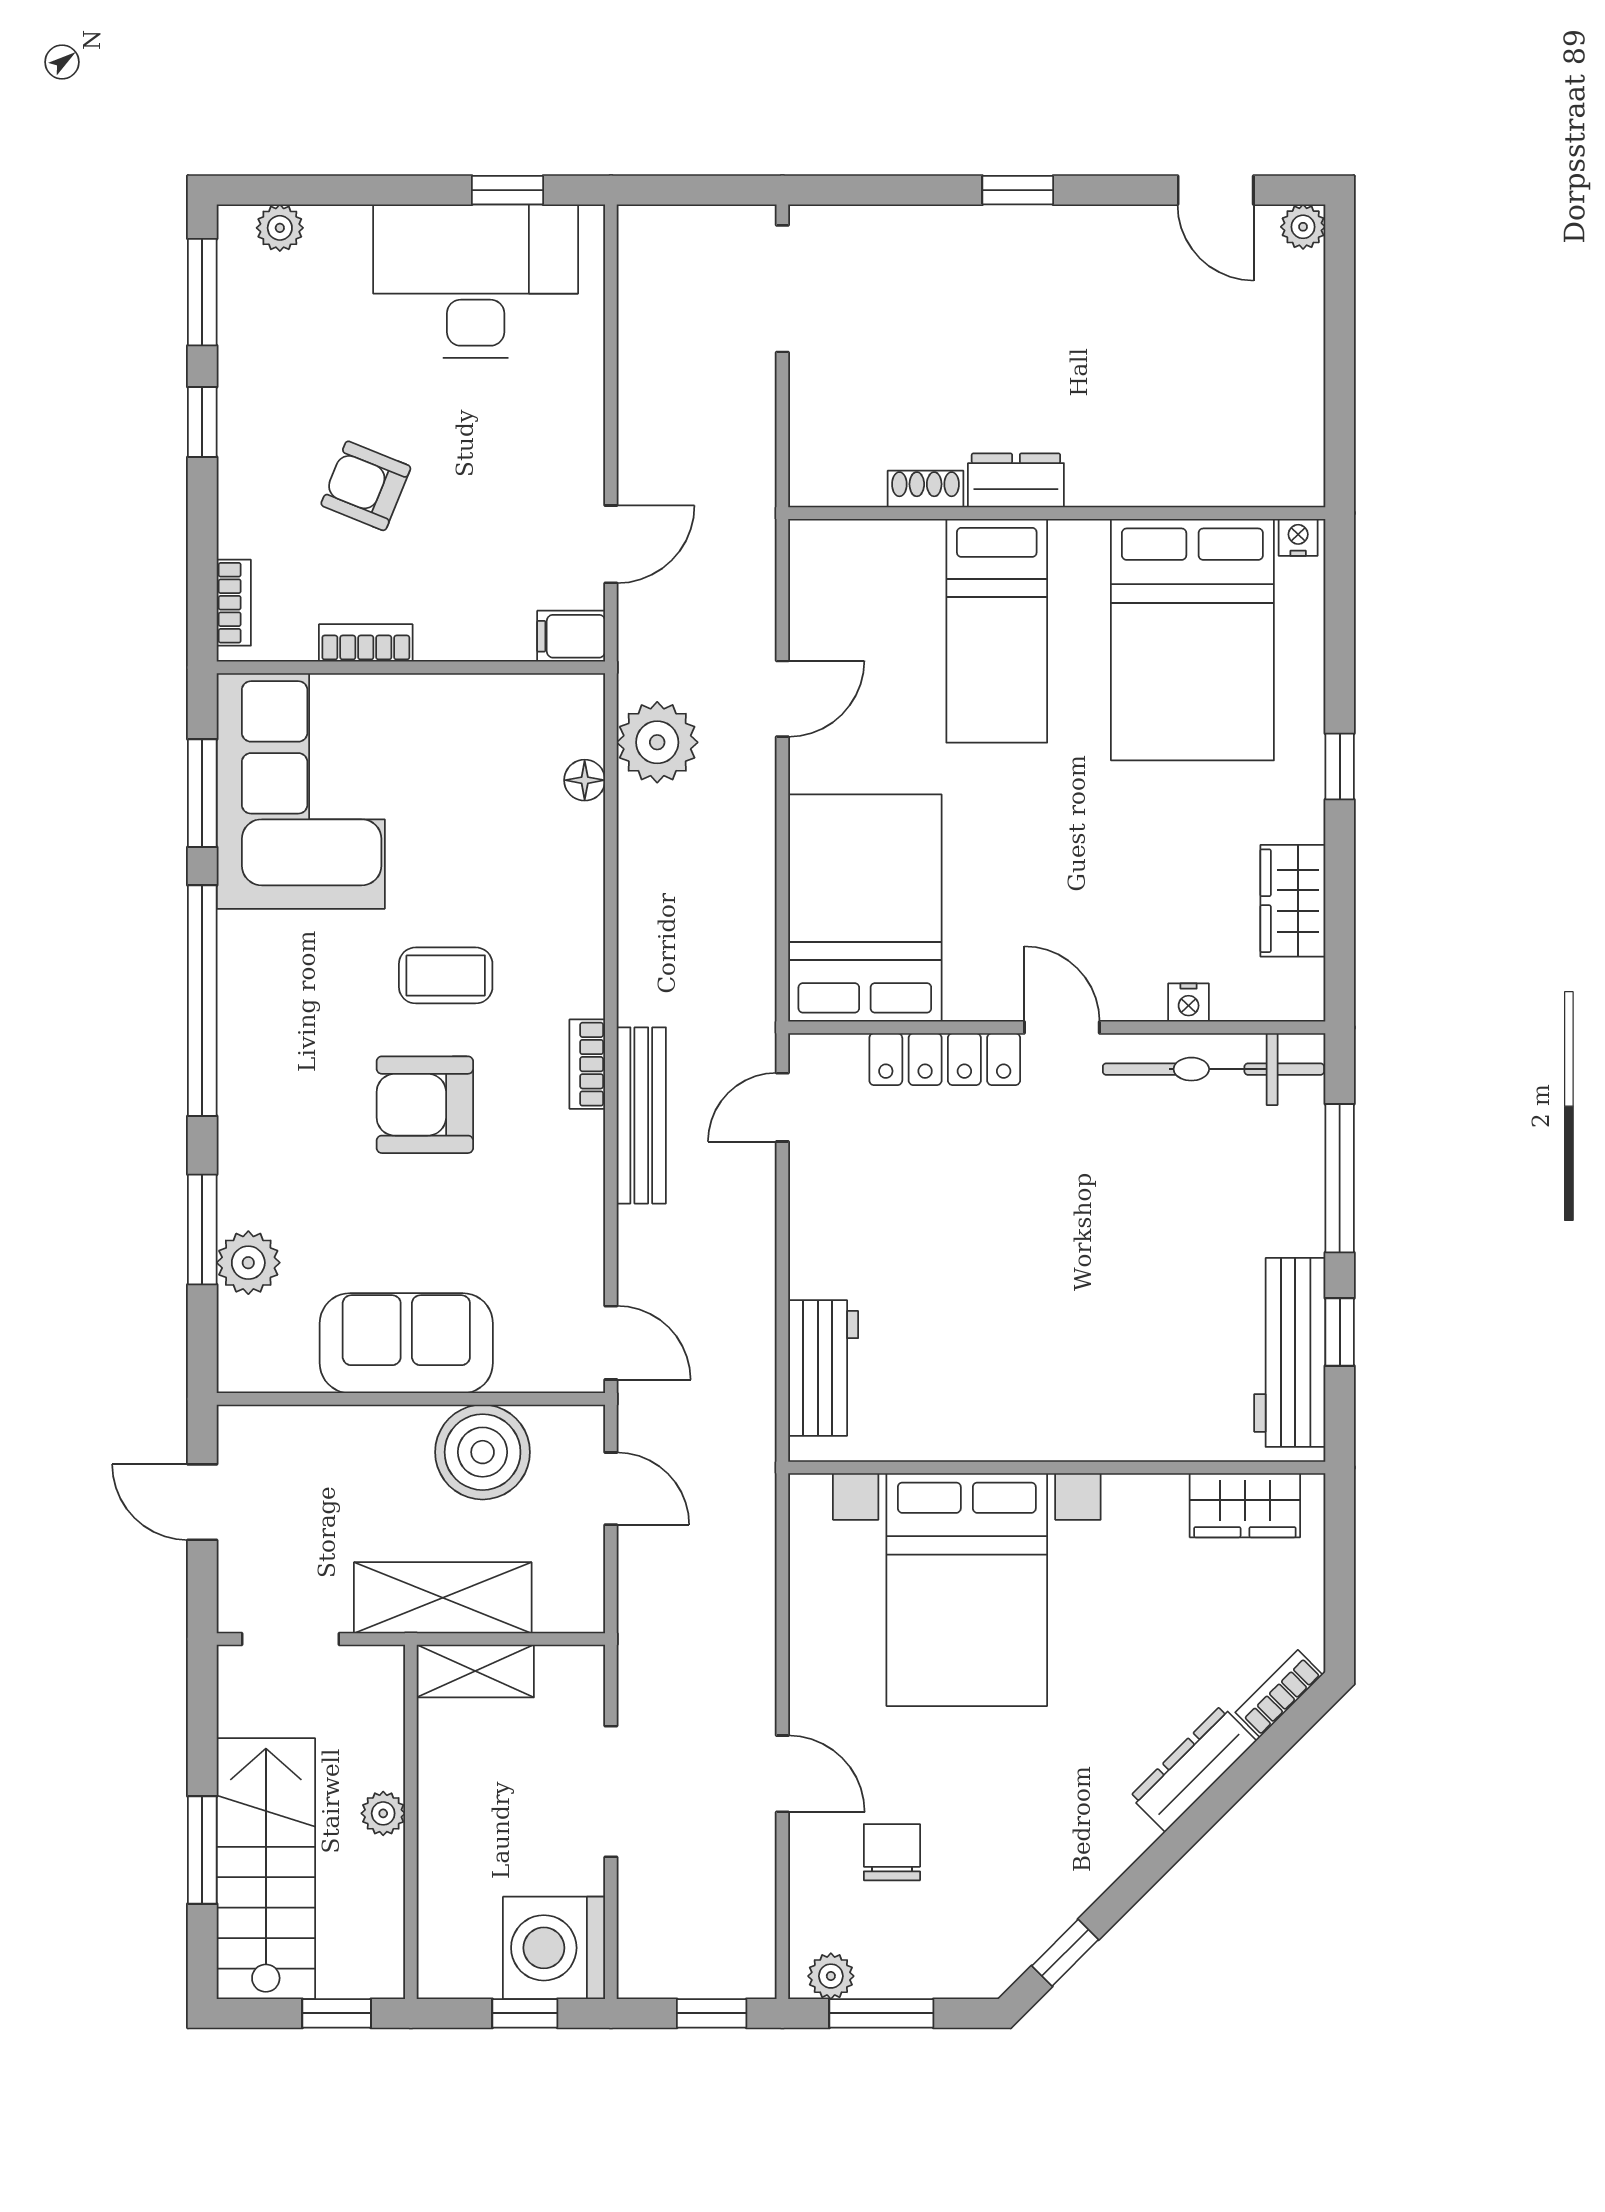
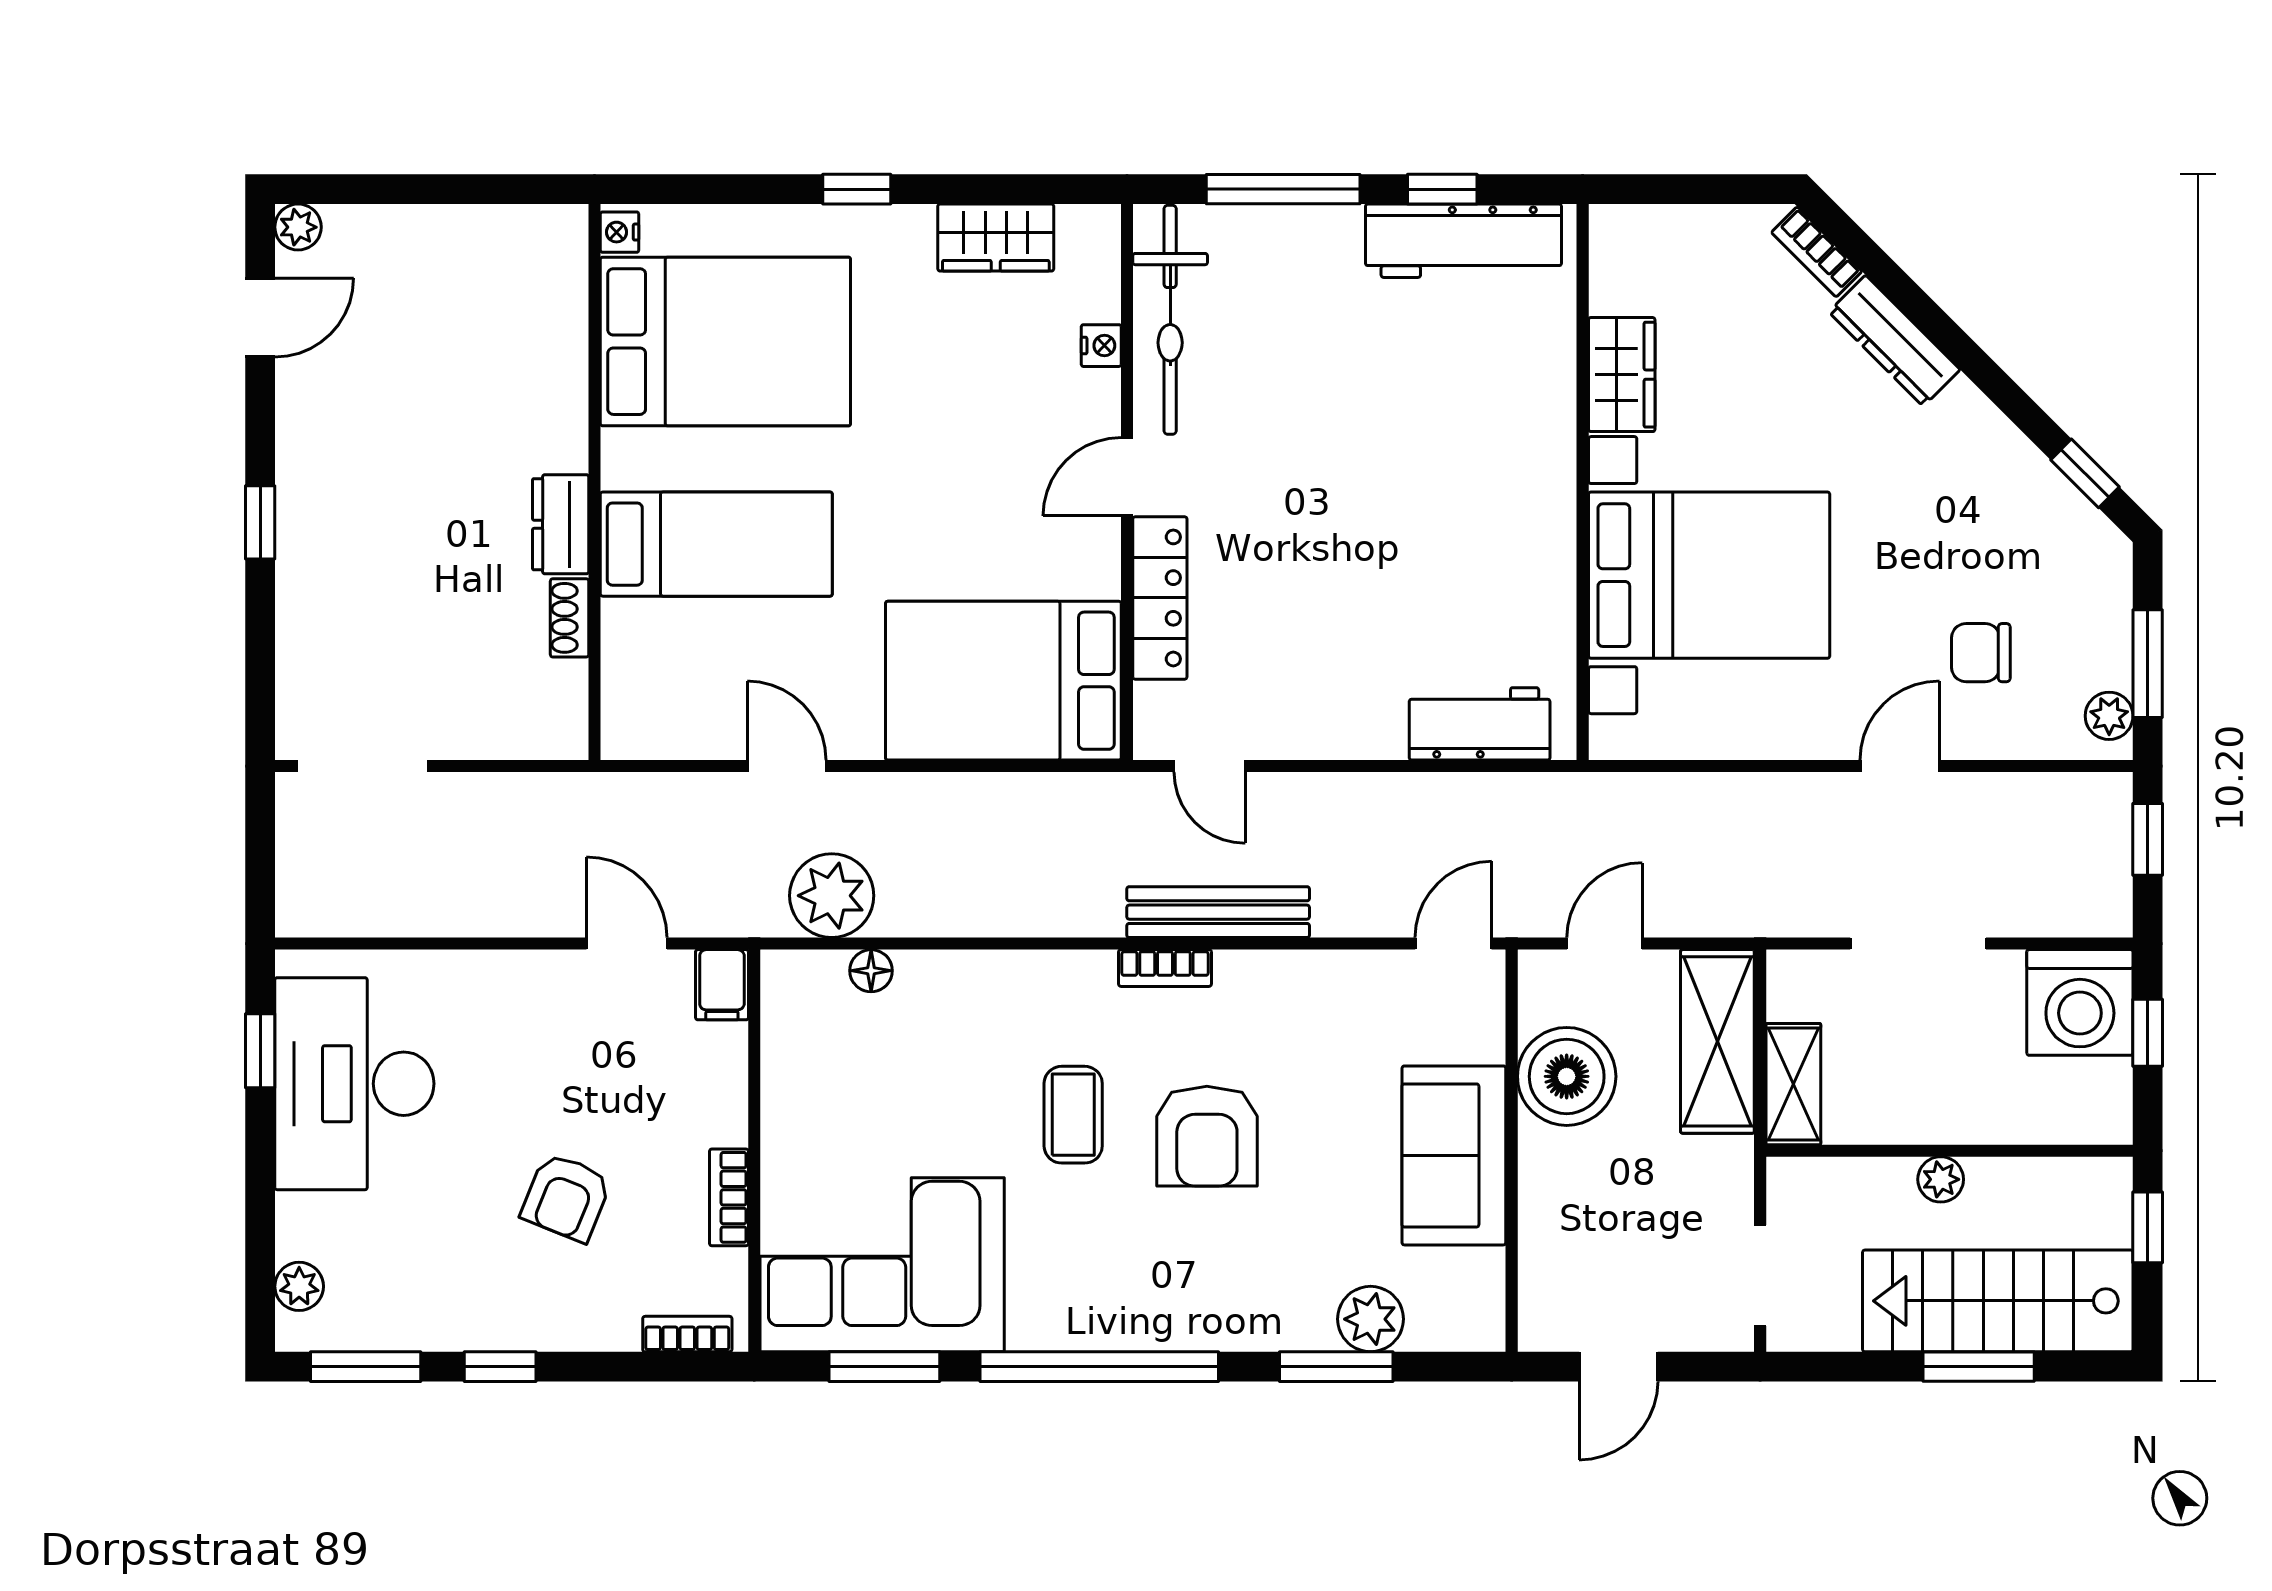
wardrobe: (1245, 1505) -> (1622, 375), moved
shelving: (443, 1598) -> (1717, 1041), moved

